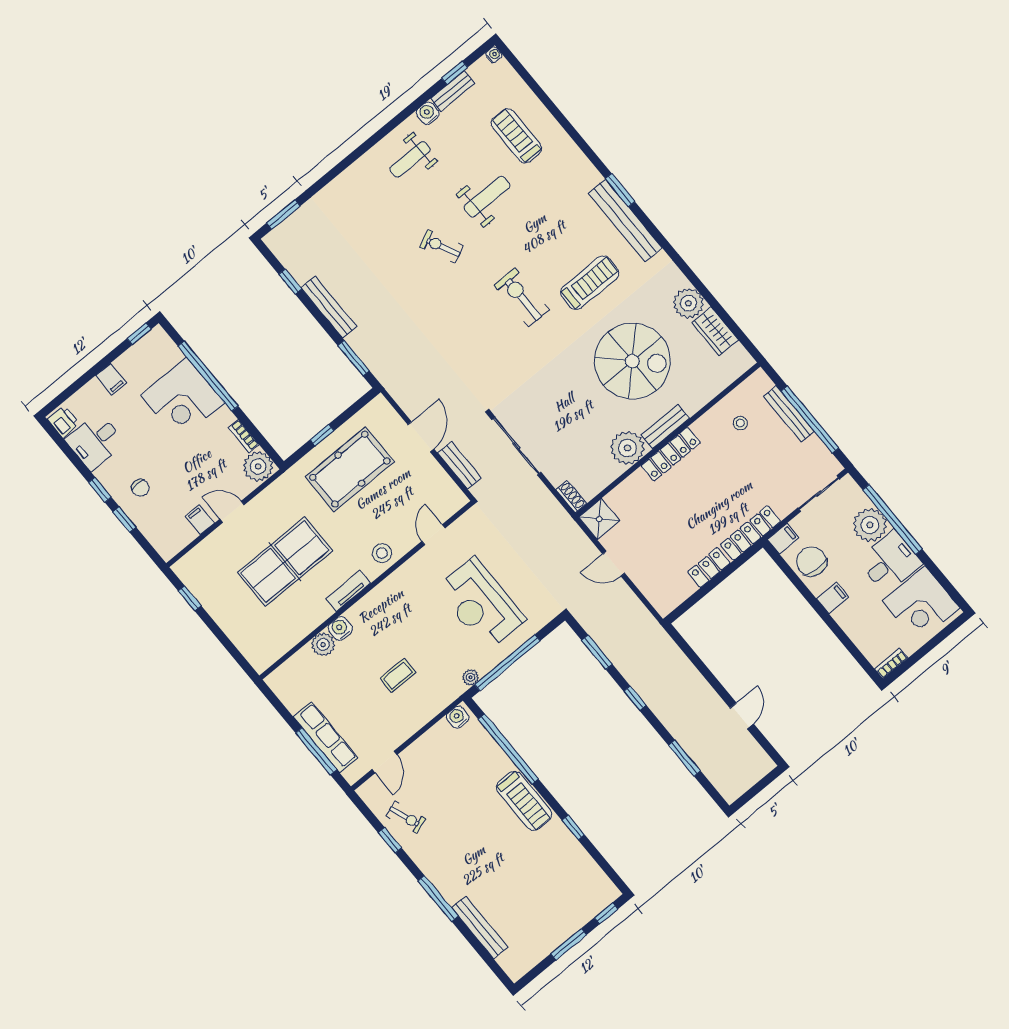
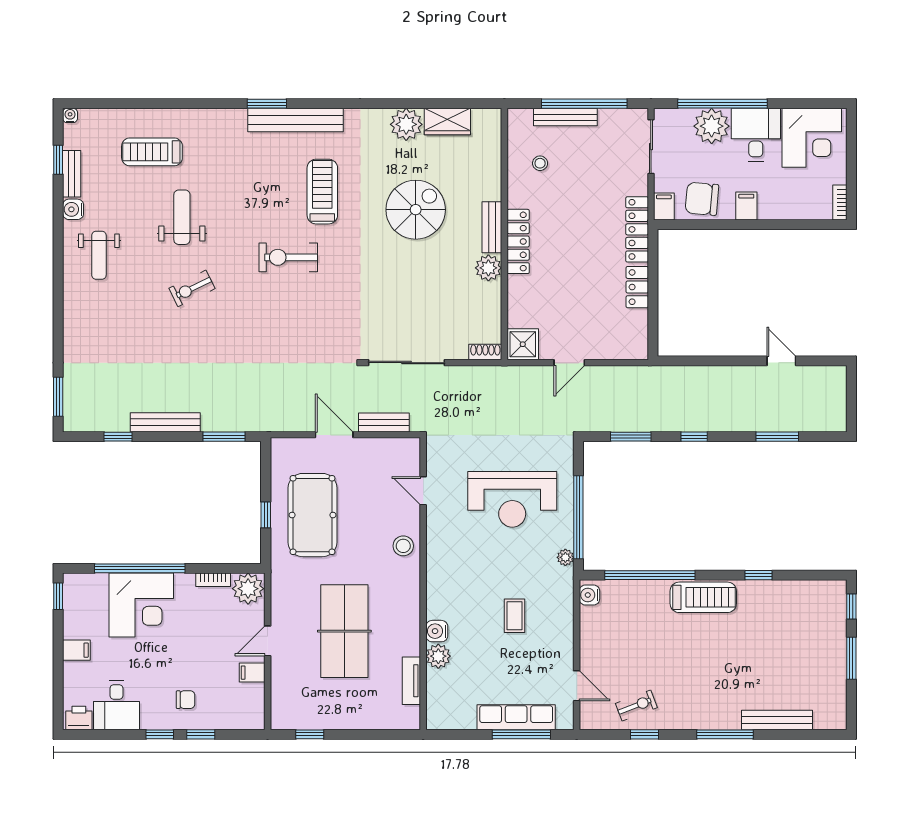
spiral stairs: (632, 361) -> (416, 210), width x0.73, depth x0.73
plant: (627, 448) -> (488, 268), width x0.73, depth x0.73
tv unit: (348, 591) -> (411, 681), moved

